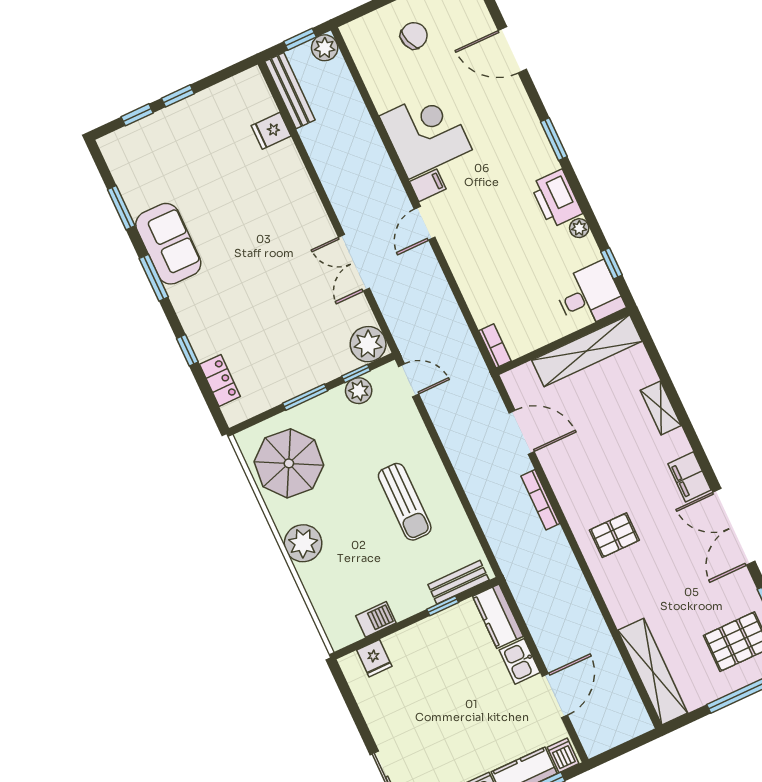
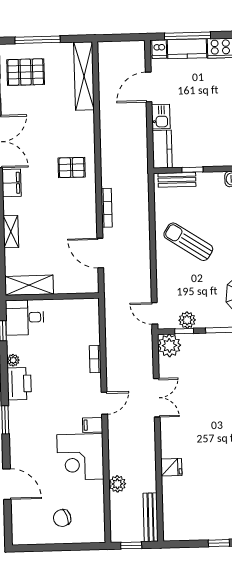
plant: (325, 48) -> (117, 484), moved
fridge: (271, 131) -> (171, 467), moved
bookcase: (495, 346) -> (95, 359), moved
shelving: (587, 351) -> (29, 285), width x0.68
sun lounger: (405, 502) -> (188, 242), turned -57

